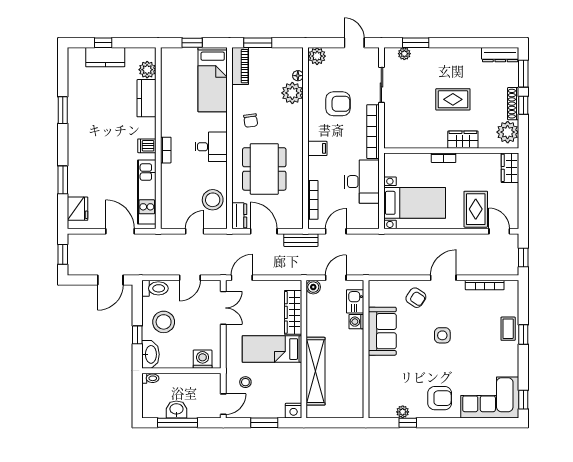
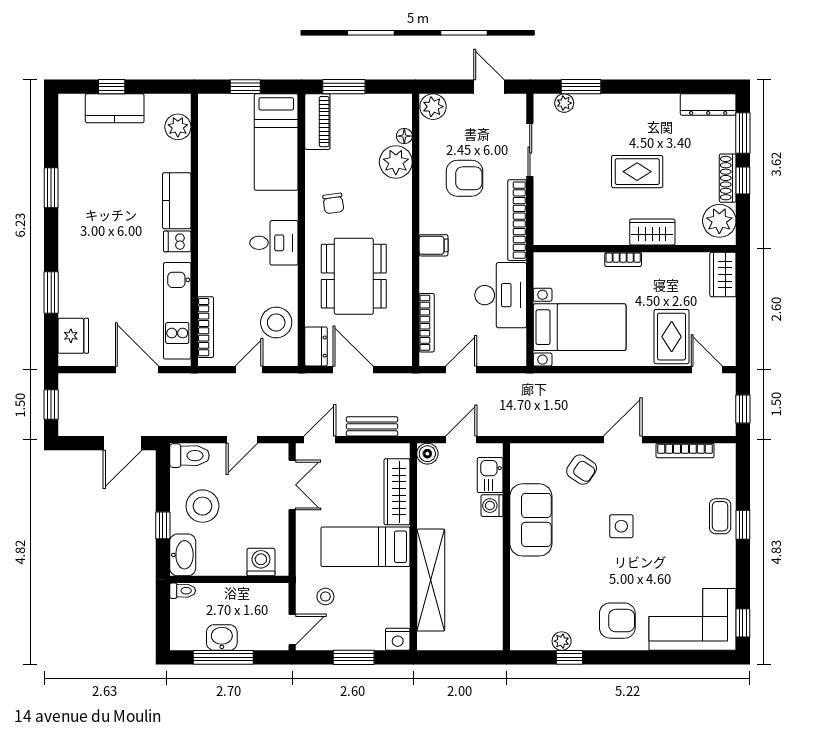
kitchen counter: (146, 98) -> (177, 201), moved
bookcase: (166, 150) -> (206, 327), moved, width x1.56
bench: (301, 240) -> (372, 426), moved

